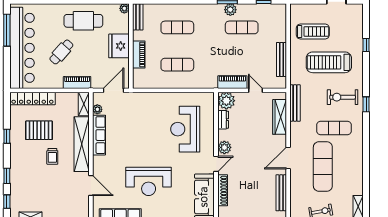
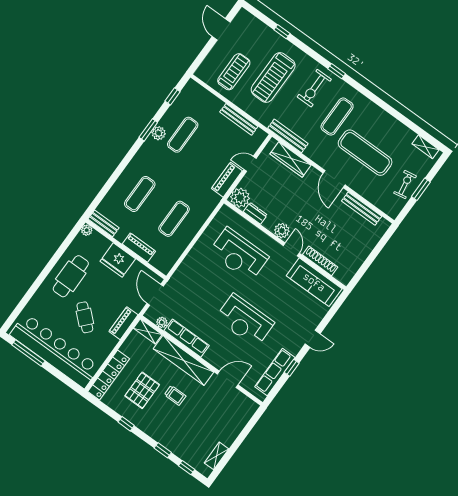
reception desk: (149, 181) -> (245, 320), moved, turned 90

